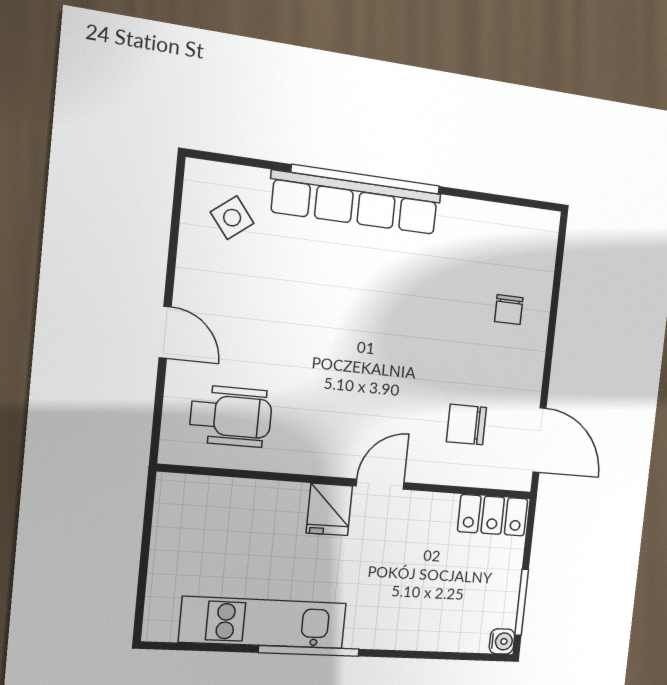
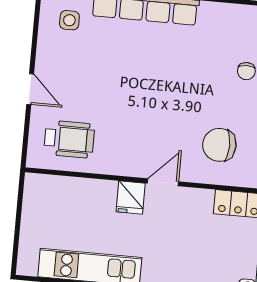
side table: (232, 218) -> (69, 20), turned 38
chair: (466, 425) -> (219, 145), width x1.37, depth x1.37

